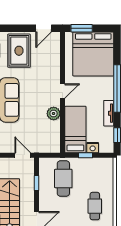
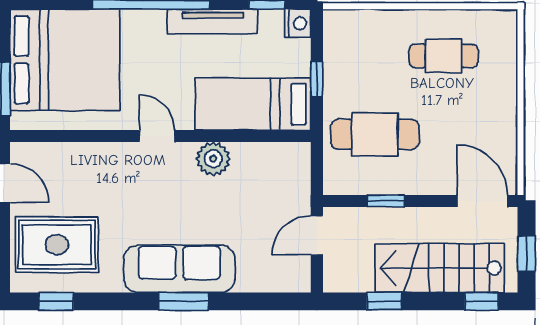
tv unit: (109, 113) -> (212, 21), width x1.41
nightstand: (93, 148) -> (298, 23), moved

